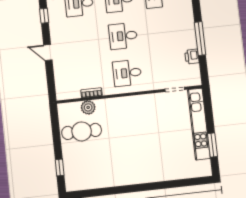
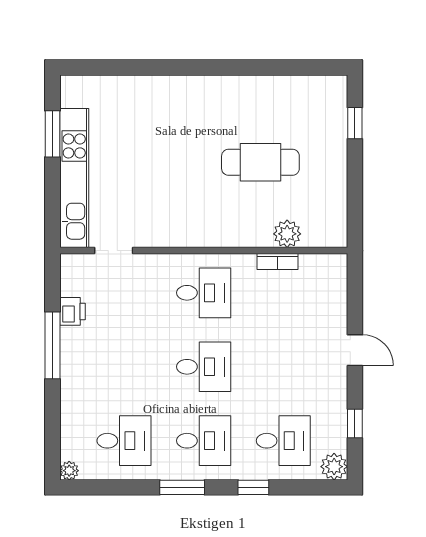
cafe table: (82, 131) -> (260, 162), moved

